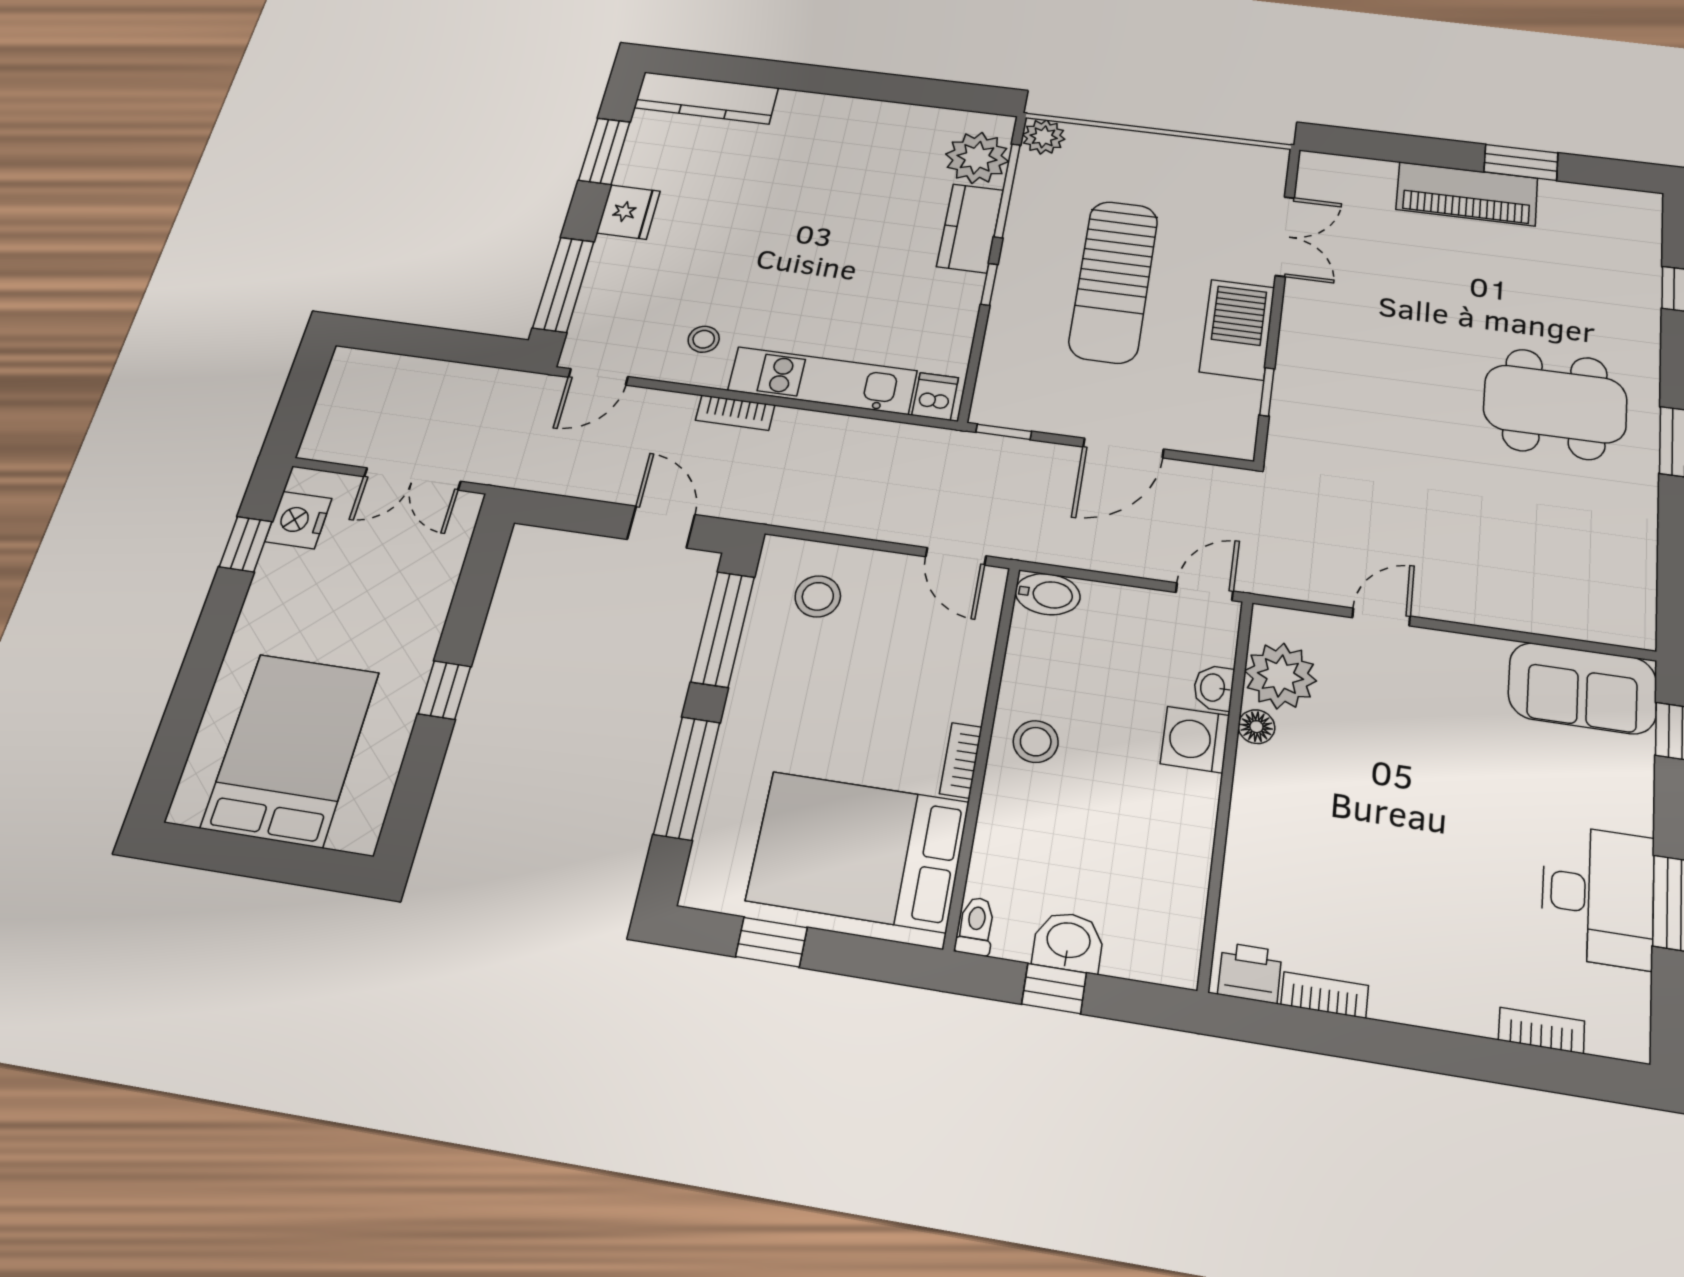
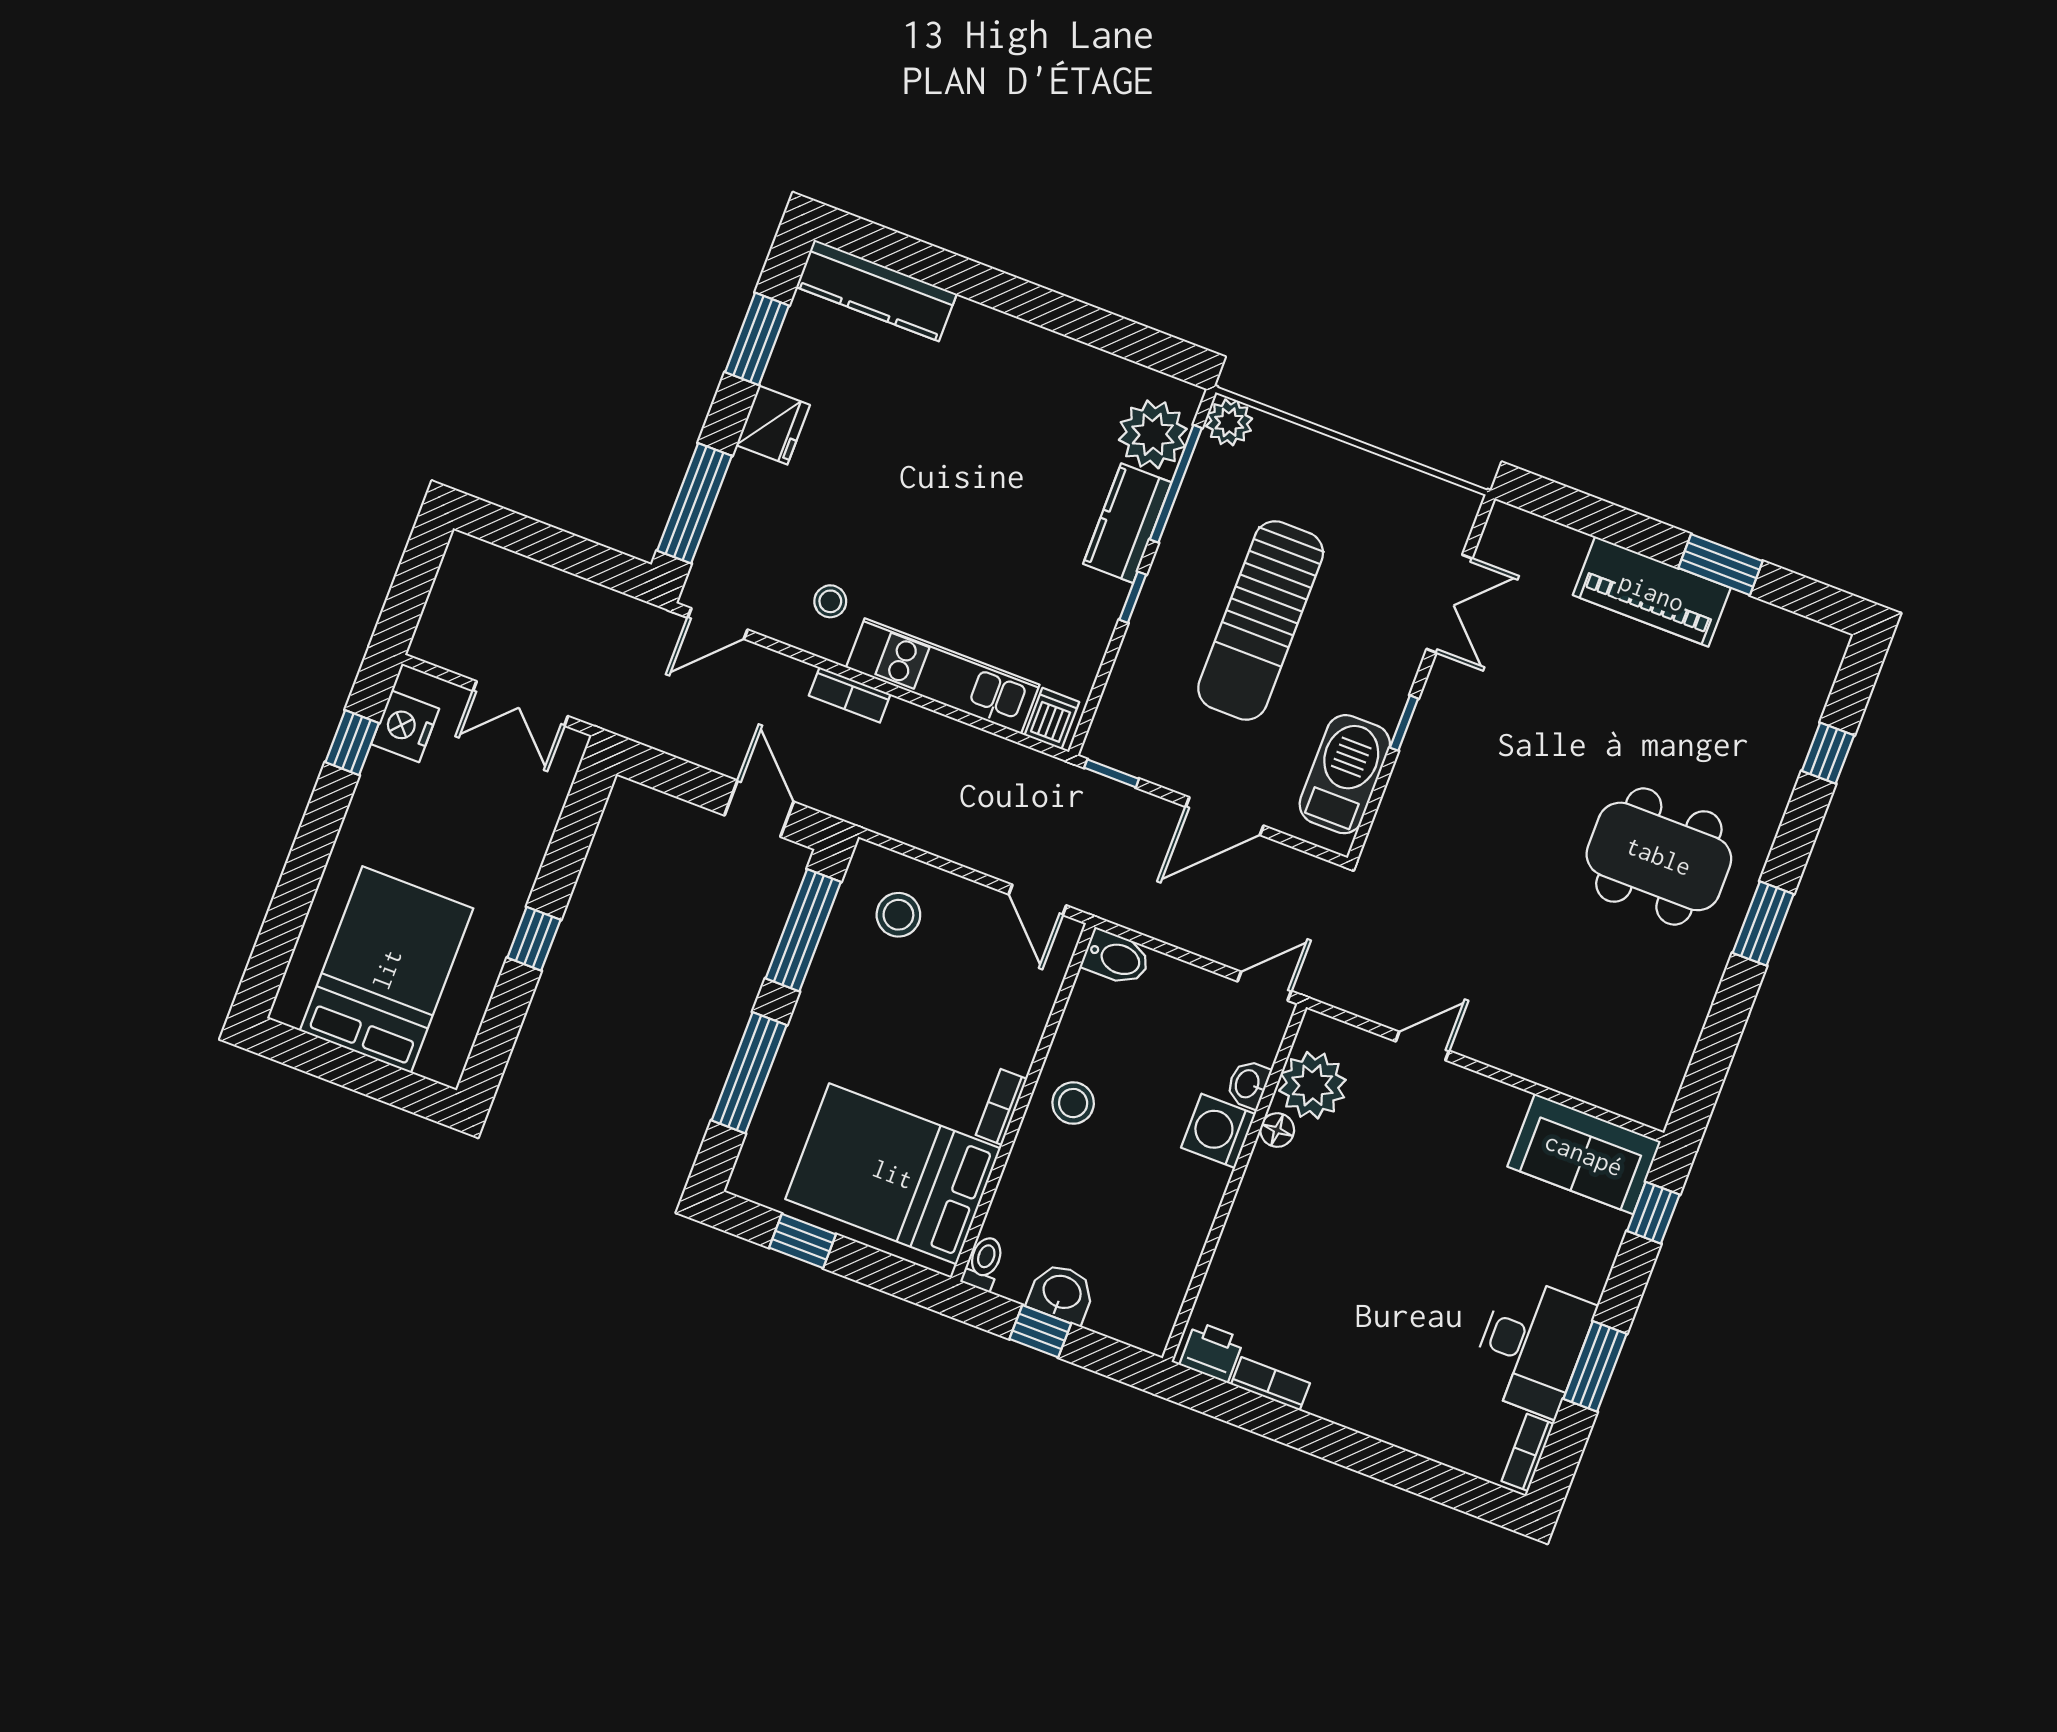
barbecue: (1237, 329) -> (1345, 774), moved
window: (1267, 392) -> (1404, 723), moved
bookcase: (1541, 1030) -> (1528, 1452), moved, turned -90

